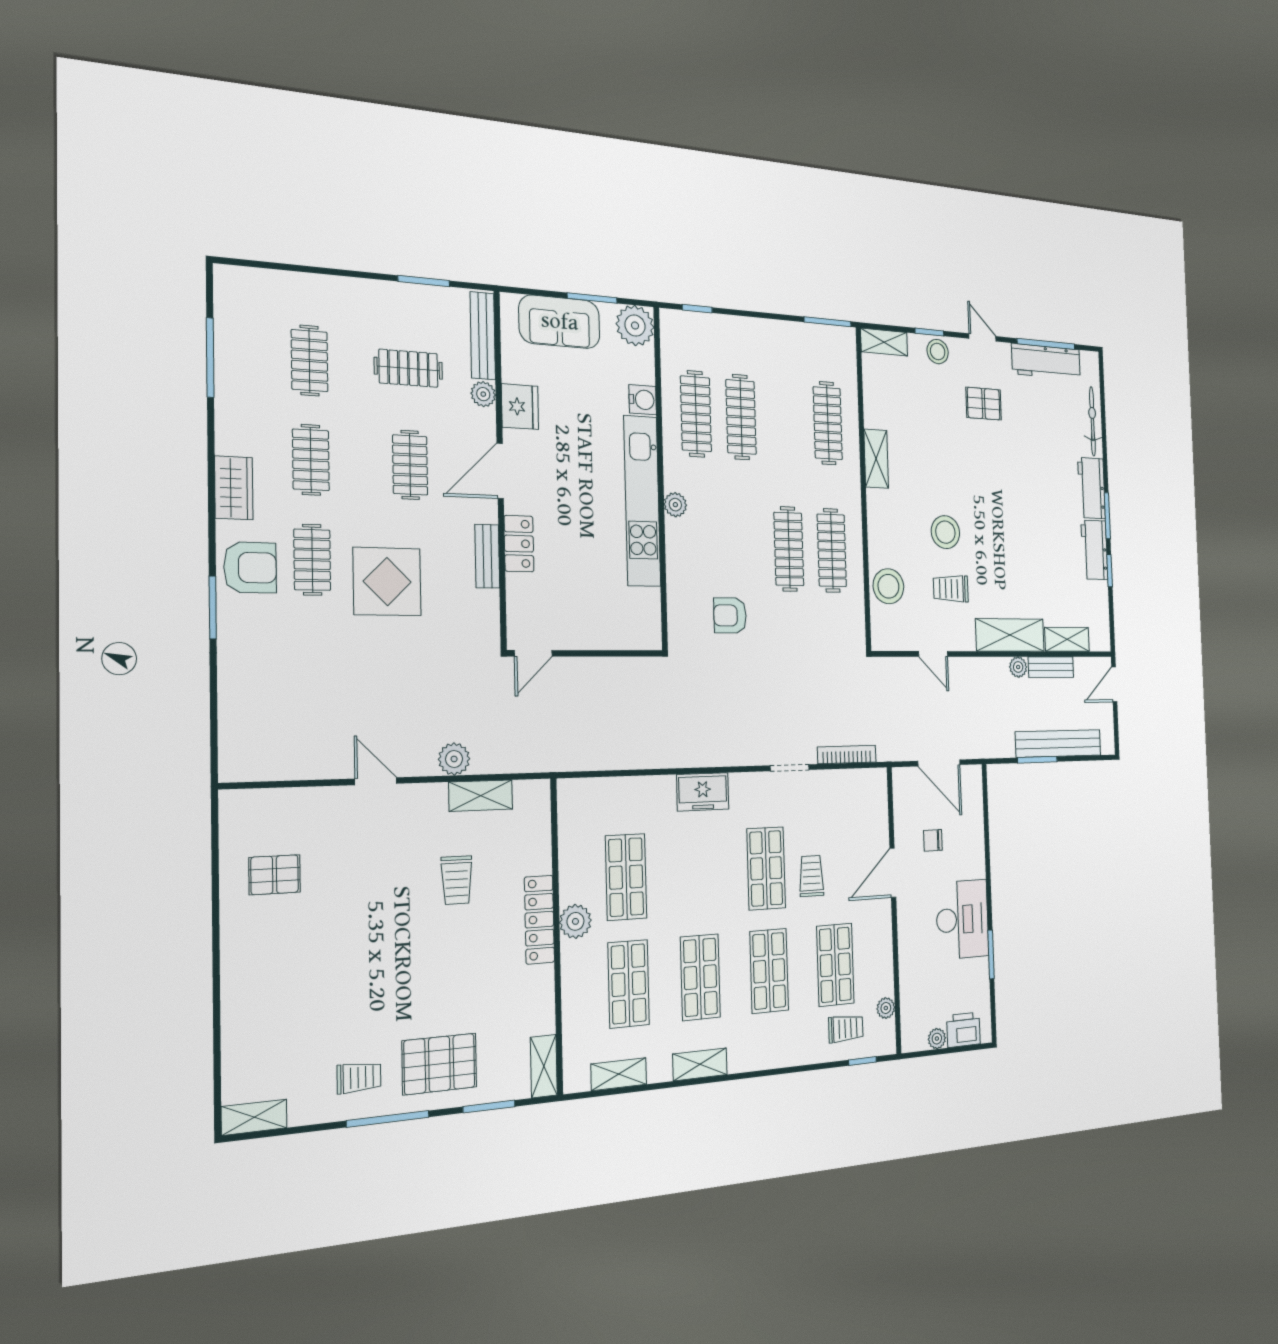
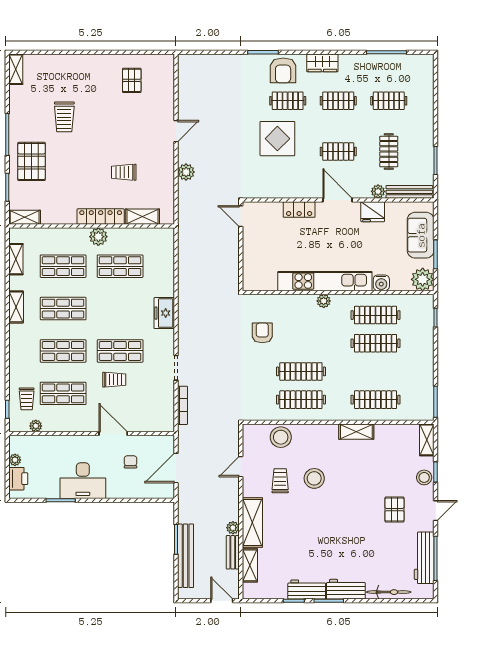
bench: (487, 556) -> (292, 192), removed
shelving: (481, 796) -> (142, 217), moved, turned 90
trolley: (359, 1077) -> (64, 117), moved, width x1.36, depth x1.39

